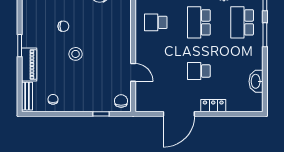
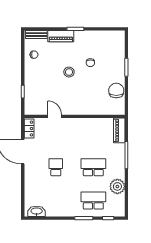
school desk: (156, 22) -> (93, 134), removed
door: (133, 72) -> (55, 116), swing flipped
washbasin: (256, 81) -> (37, 211), moved
chair: (121, 101) -> (33, 107), removed
locker: (213, 106) -> (29, 129), moved

